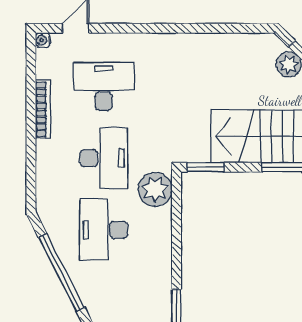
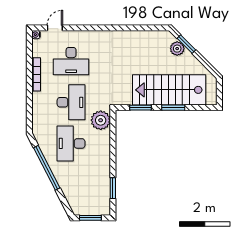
desk: (104, 86) -> (71, 61), turned 180
window: (206, 167) -> (141, 108), moved

